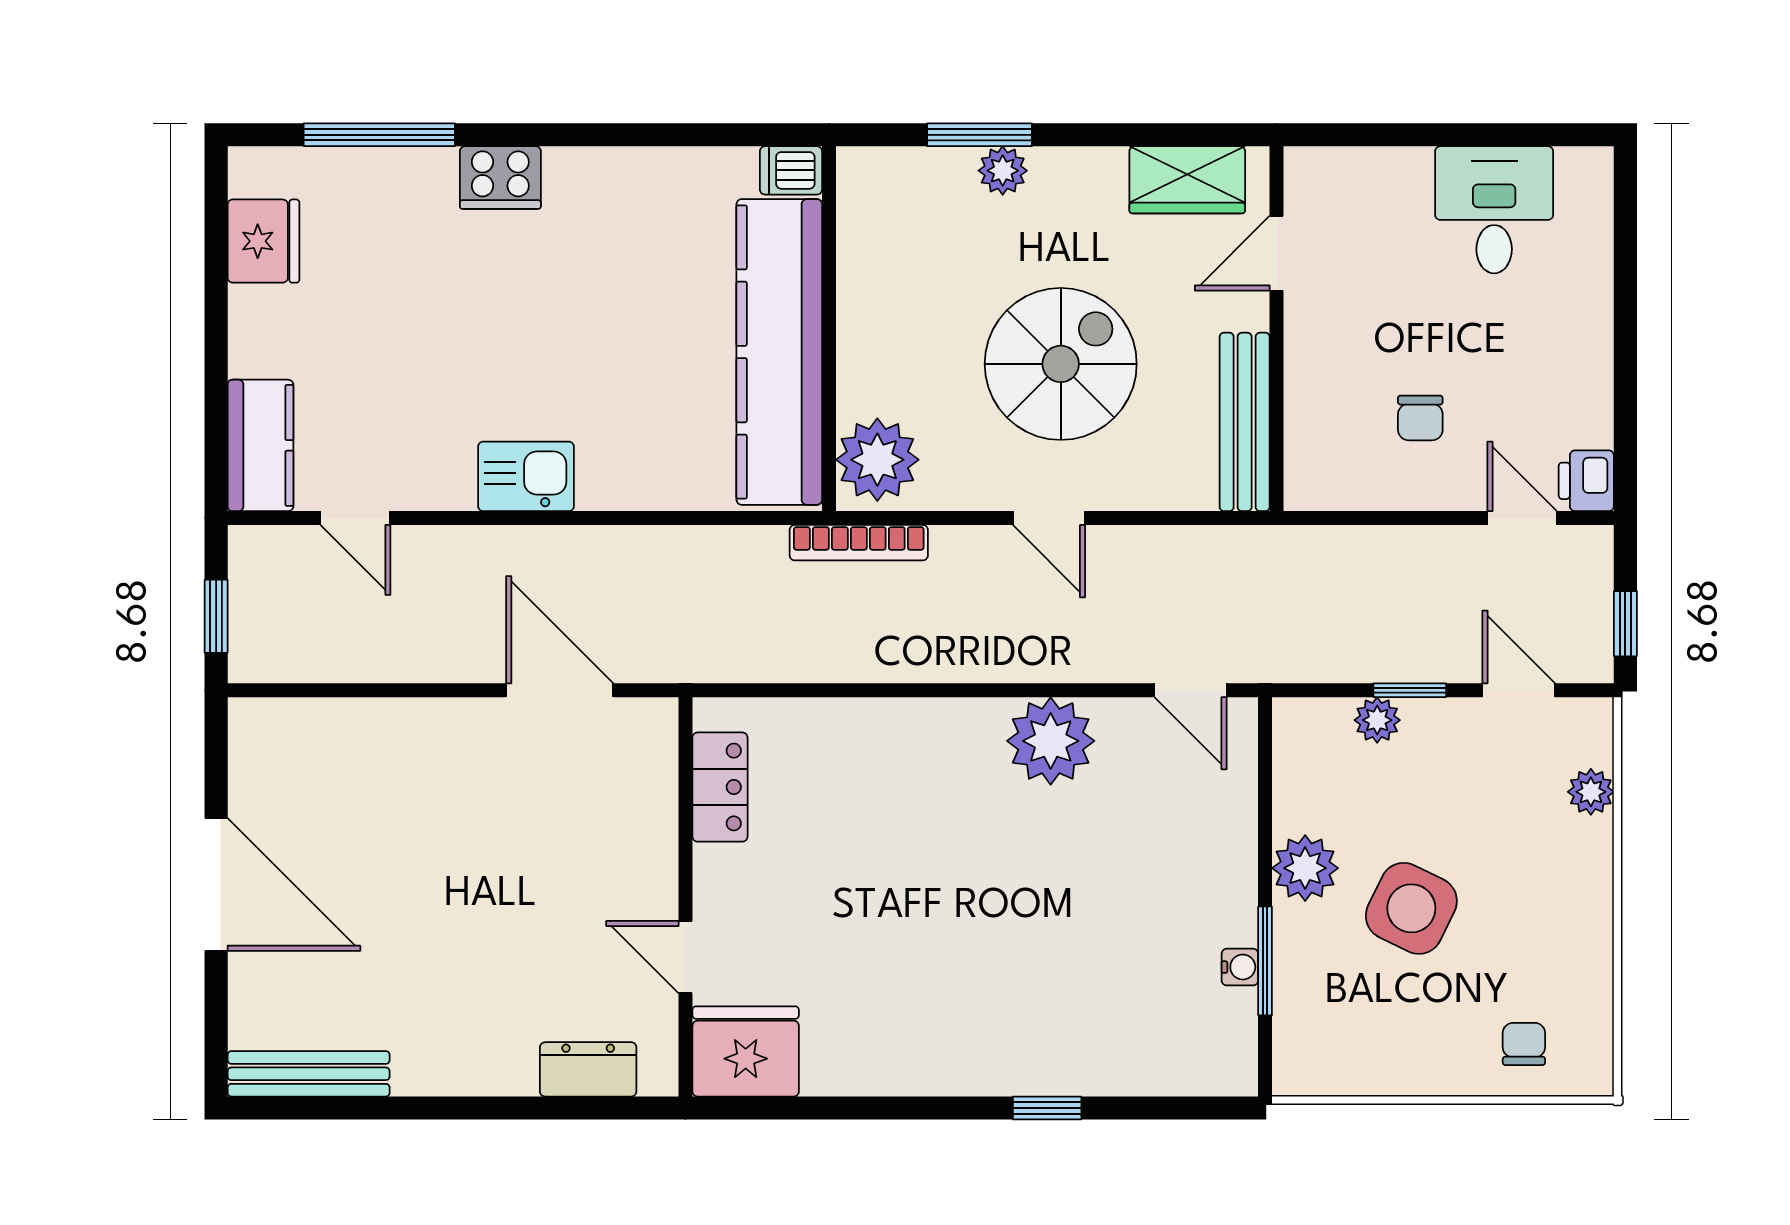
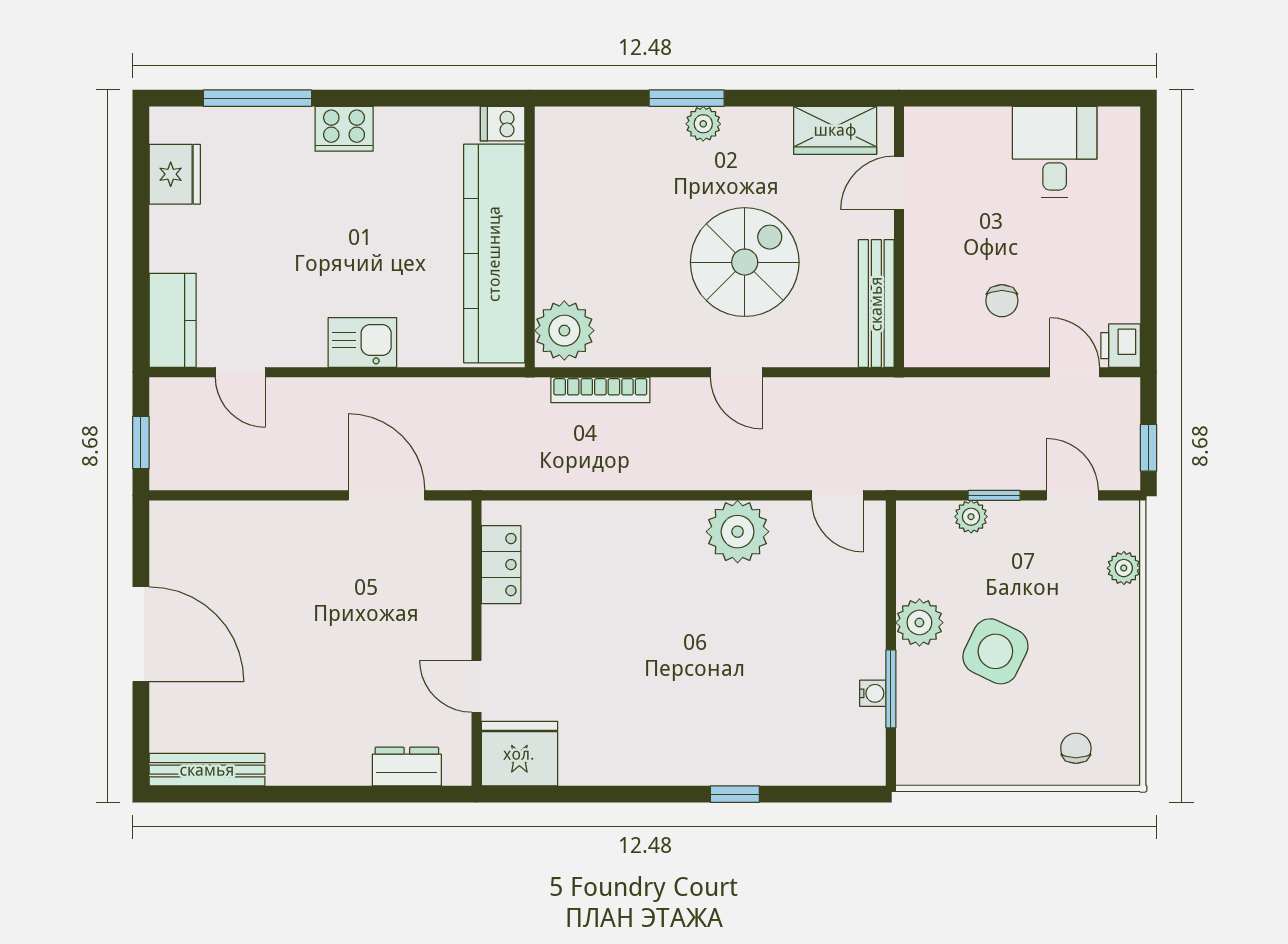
dishwasher: (791, 170) -> (503, 124), moved
wall: (829, 329) -> (530, 237), moved
kitchen counter: (779, 352) -> (494, 254), moved
plant: (877, 460) -> (564, 331), moved

